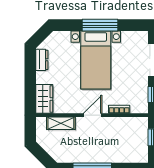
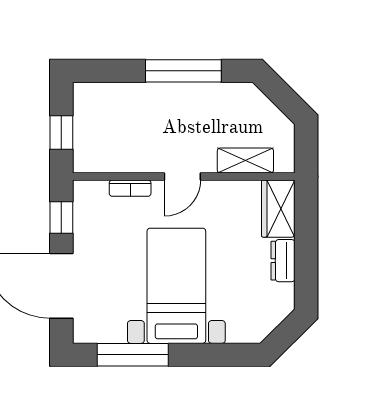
window: (100, 25) -> (133, 355), moved
dresser: (42, 60) -> (283, 261), moved

